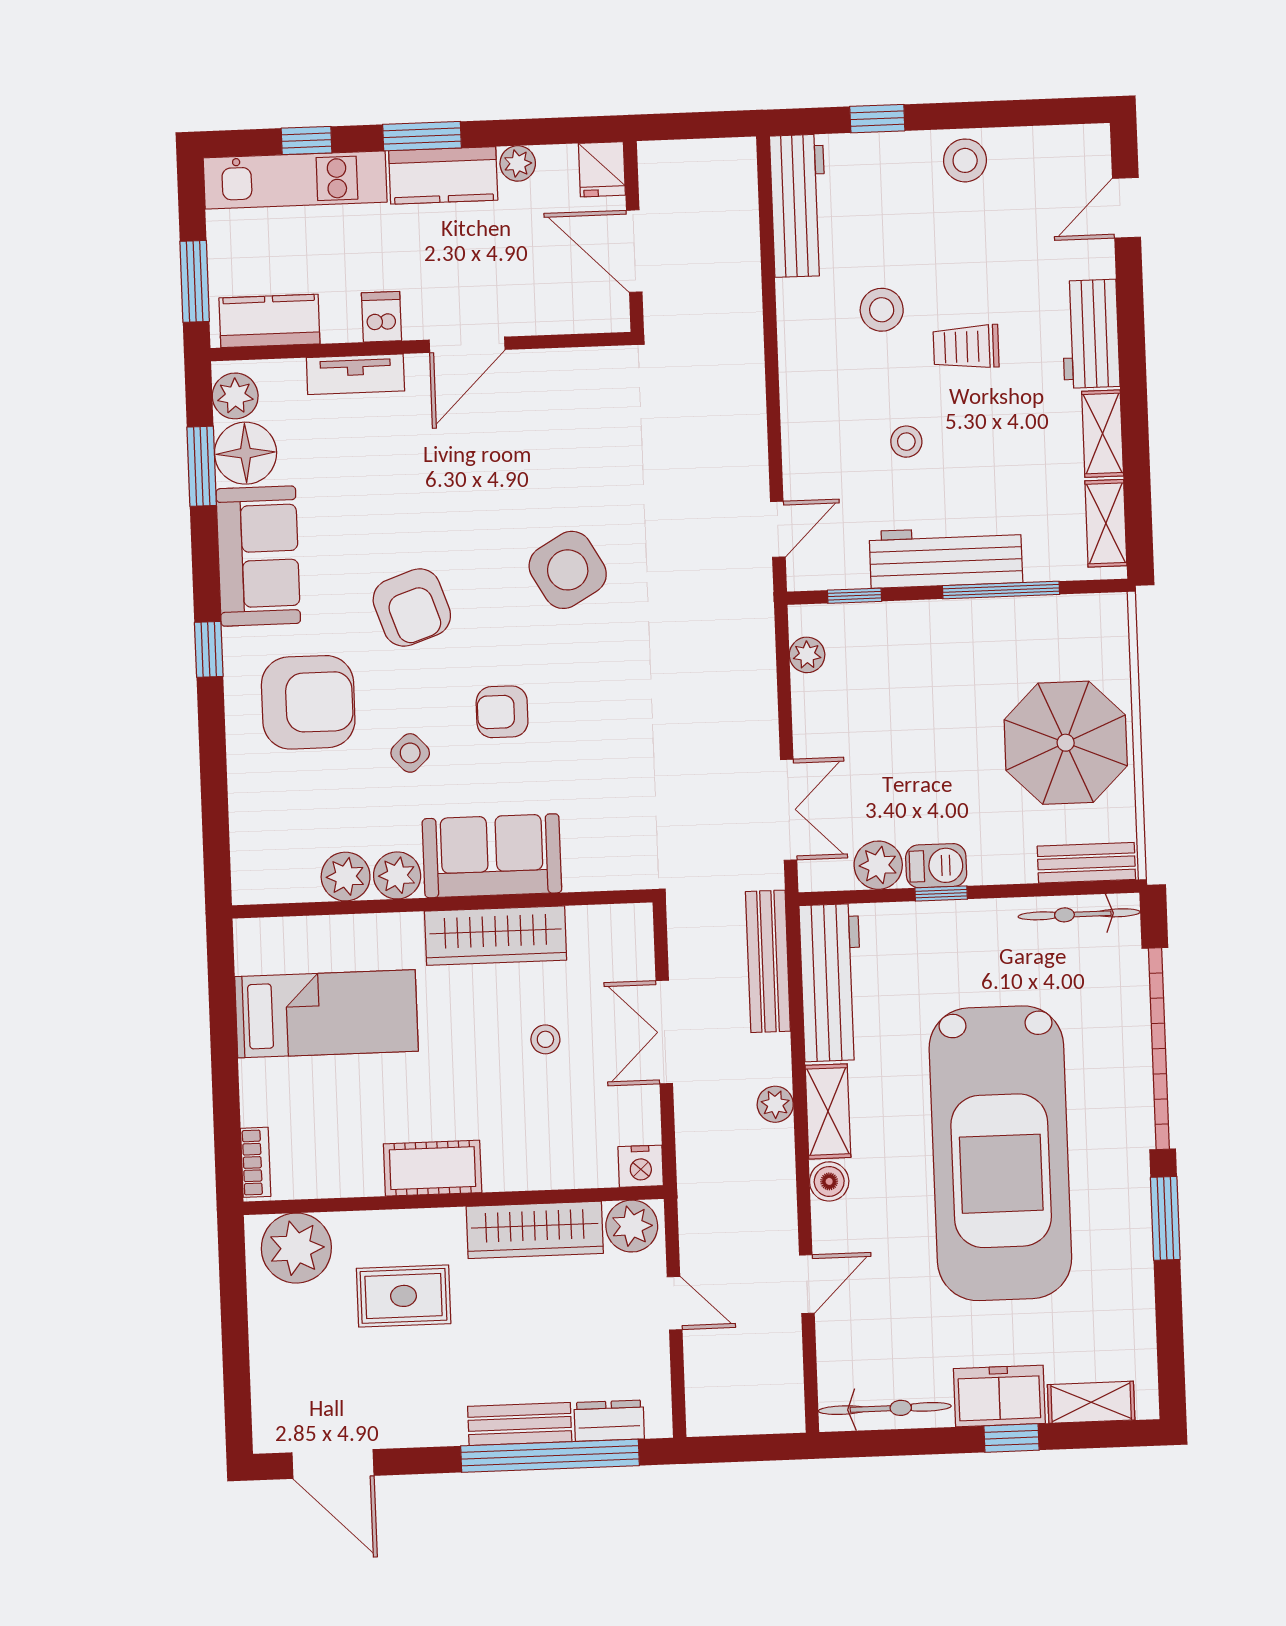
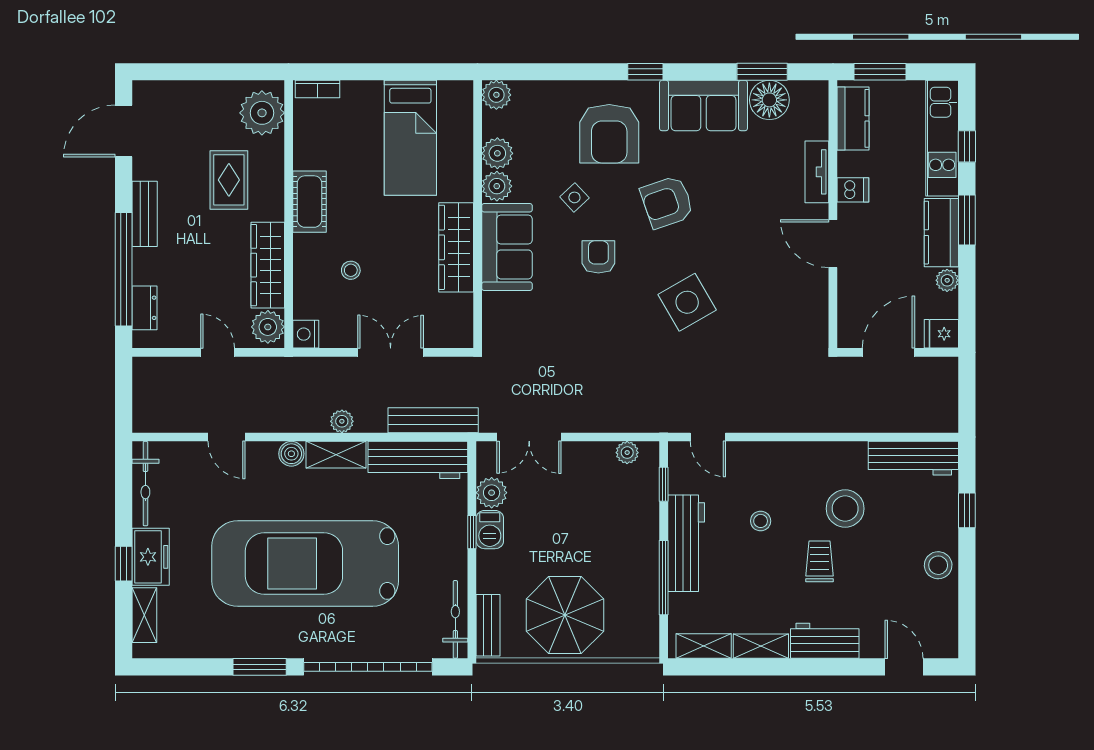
stool: (882, 310) -> (845, 509), width x1.38, depth x1.38
plant: (235, 396) -> (496, 95), moved
stool: (545, 1039) -> (351, 270), moved
door: (675, 1303) -> (218, 352), swing flipped
bench: (520, 1424) -> (145, 214), moved

